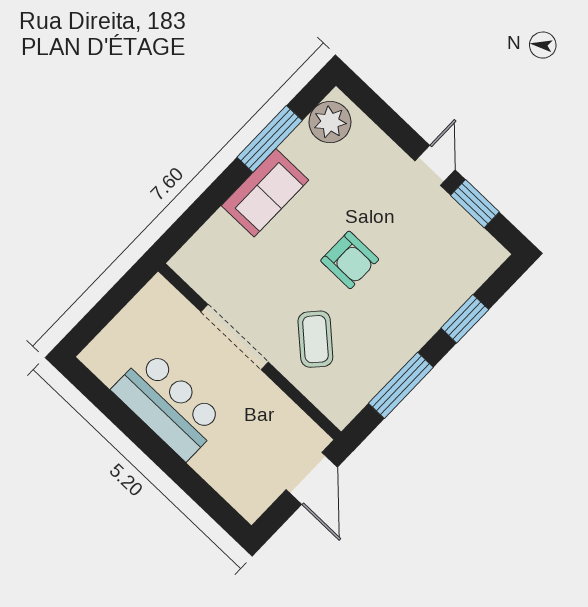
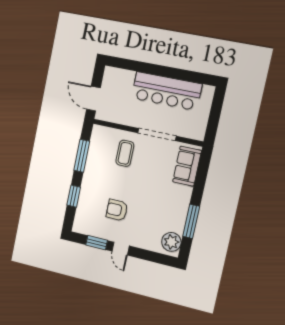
sofa: (265, 193) -> (187, 166), moved
armchair: (350, 260) -> (117, 210), moved
coffee table: (315, 339) -> (125, 153), turned 48
bar counter: (168, 405) -> (166, 91), width x1.36

